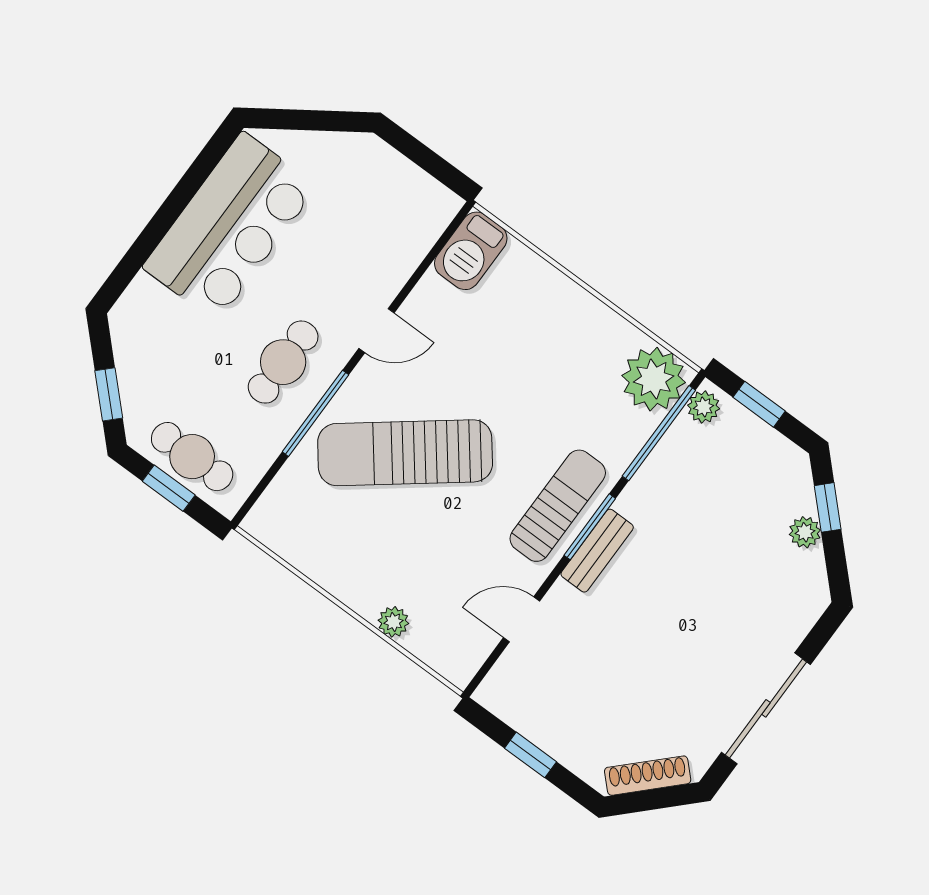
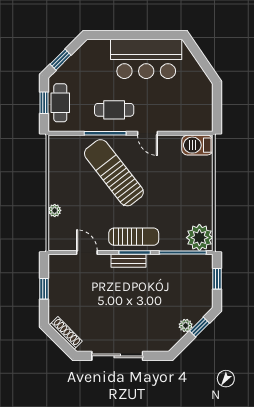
plant: (704, 407) -> (202, 261), removed

